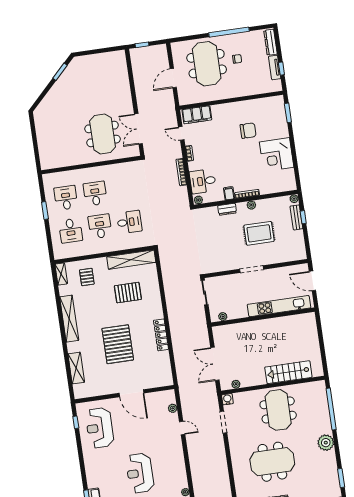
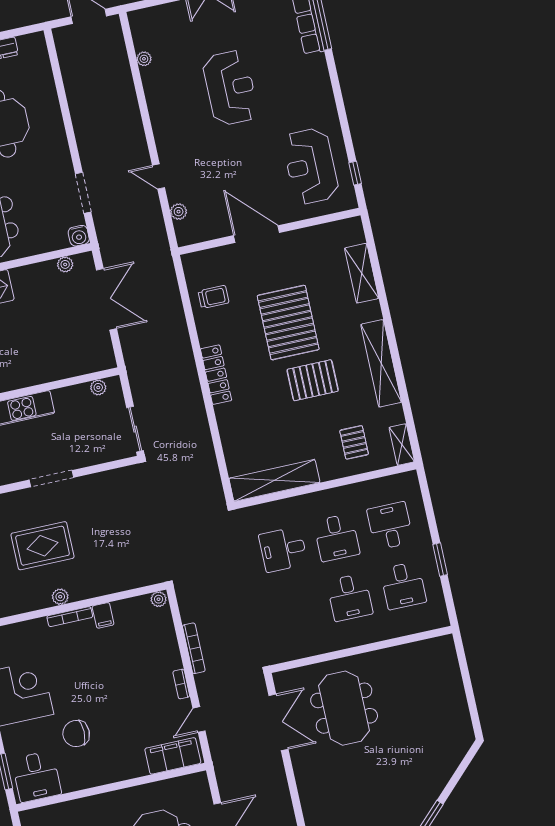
door: (181, 133) -> (199, 720), swing flipped
desk: (203, 181) -> (37, 776), moved, turned 90
dresser: (227, 209) -> (104, 586), removed
pallet: (128, 293) -> (313, 380), moved
locker: (161, 335) -> (216, 375), moved
trolley: (157, 361) -> (213, 297), added
reception desk: (100, 428) -> (311, 166), turned 180

